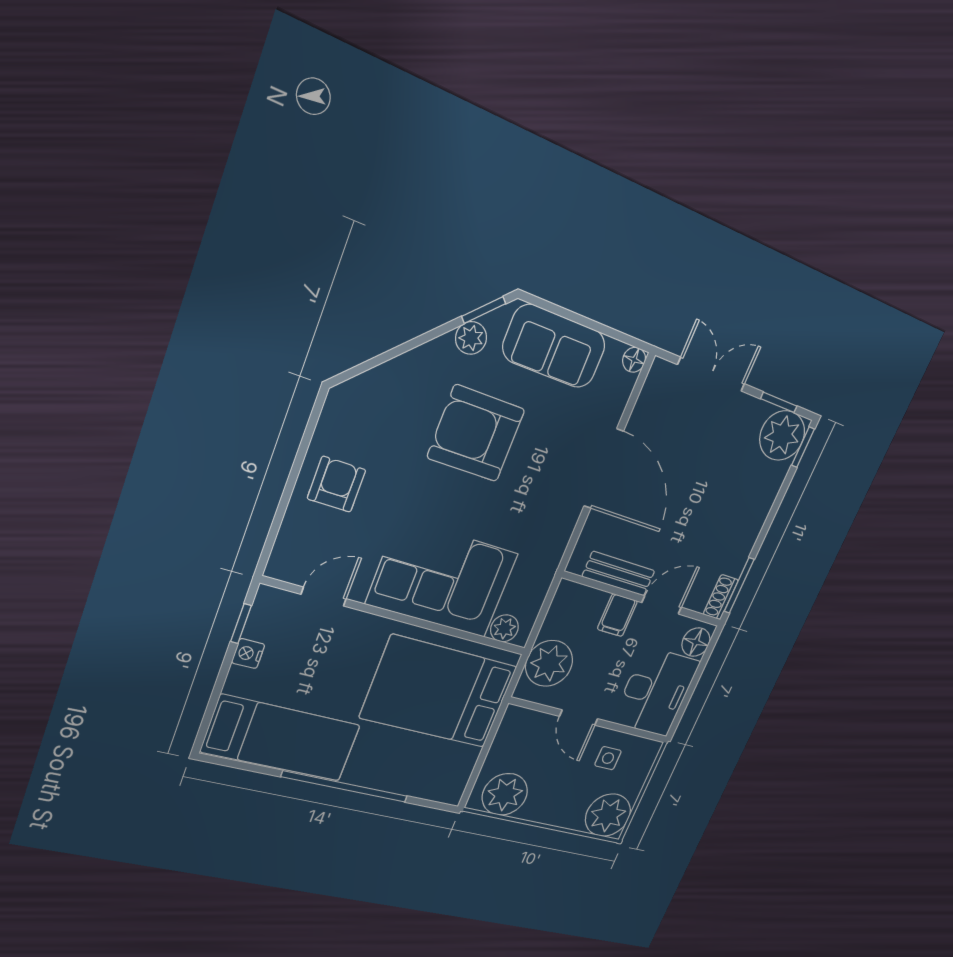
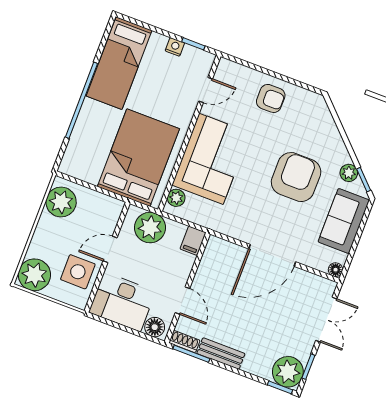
bench: (619, 574) -> (221, 354), moved, turned 90
door: (324, 597) -> (206, 90), hinge flipped
filing cabinet: (617, 615) -> (193, 241), moved, turned -90
side table: (608, 758) -> (78, 272), width x1.87, depth x1.87

